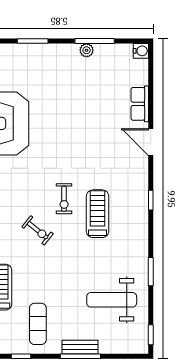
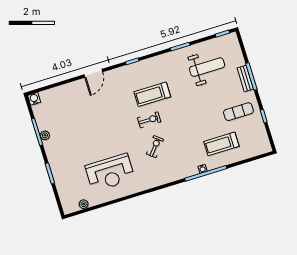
row of seats: (140, 104) -> (70, 89), removed
exercise bike: (38, 230) -> (155, 147), moved
weight bench: (112, 300) -> (207, 67), turned -90

